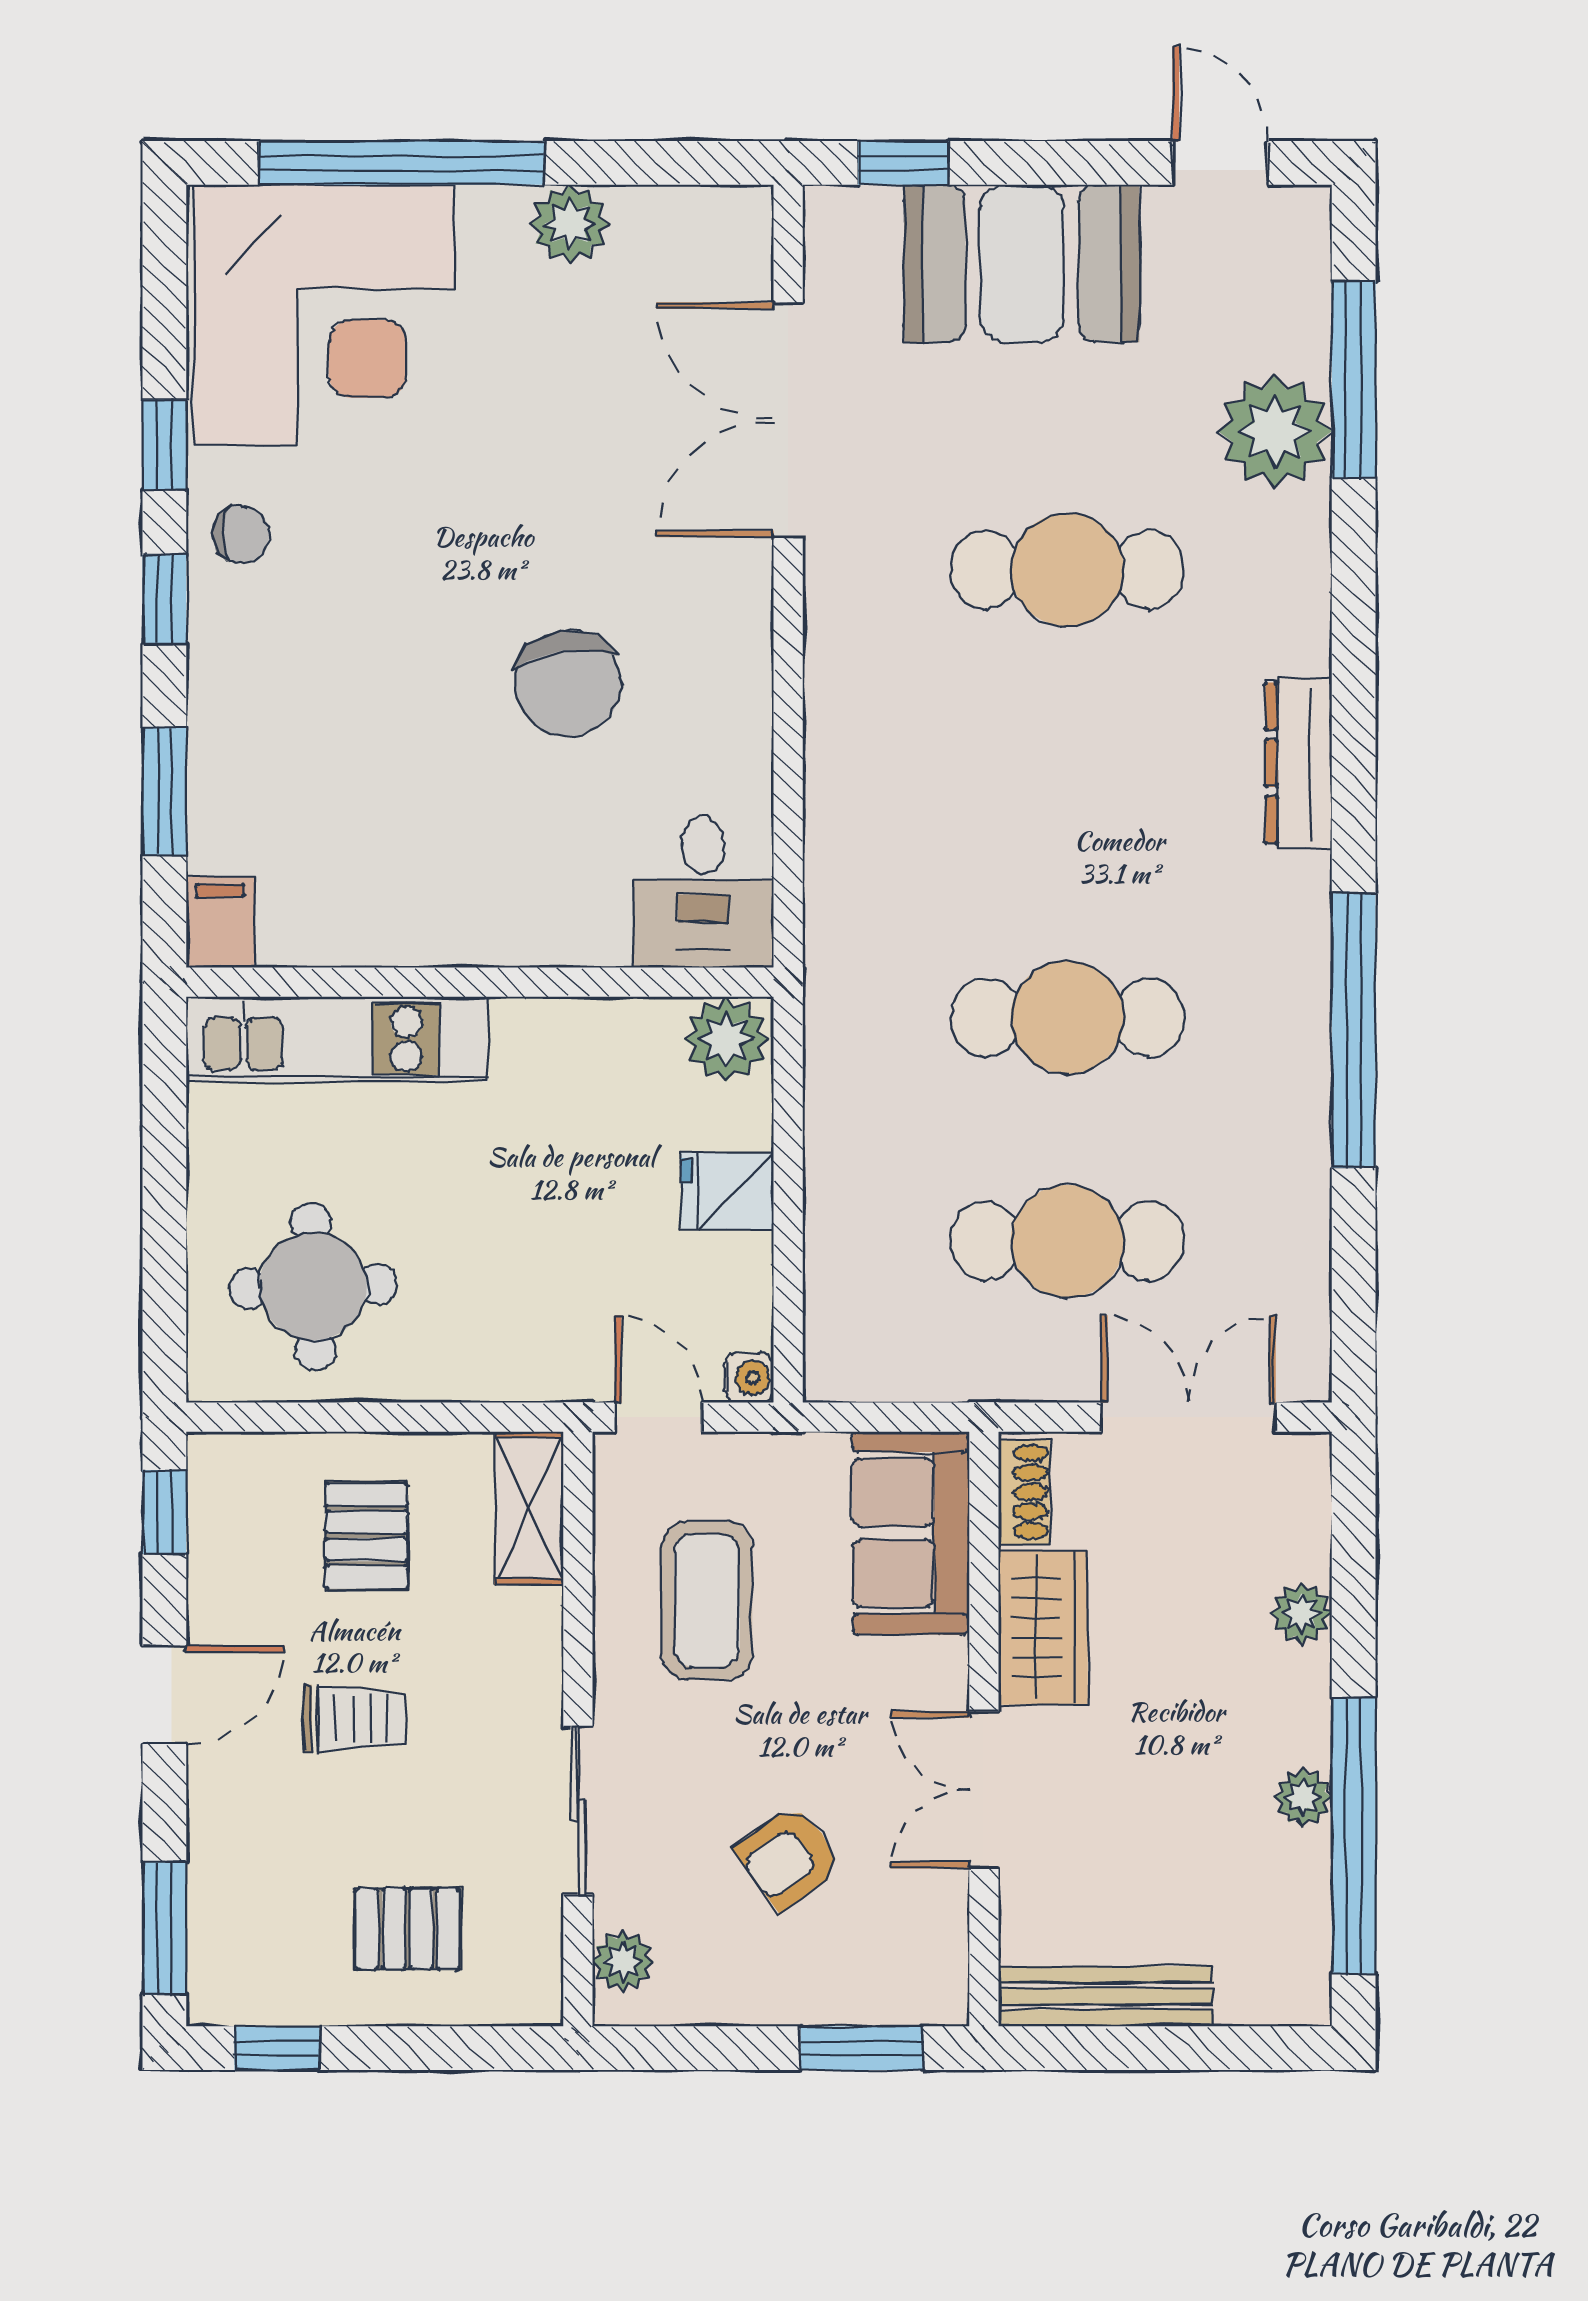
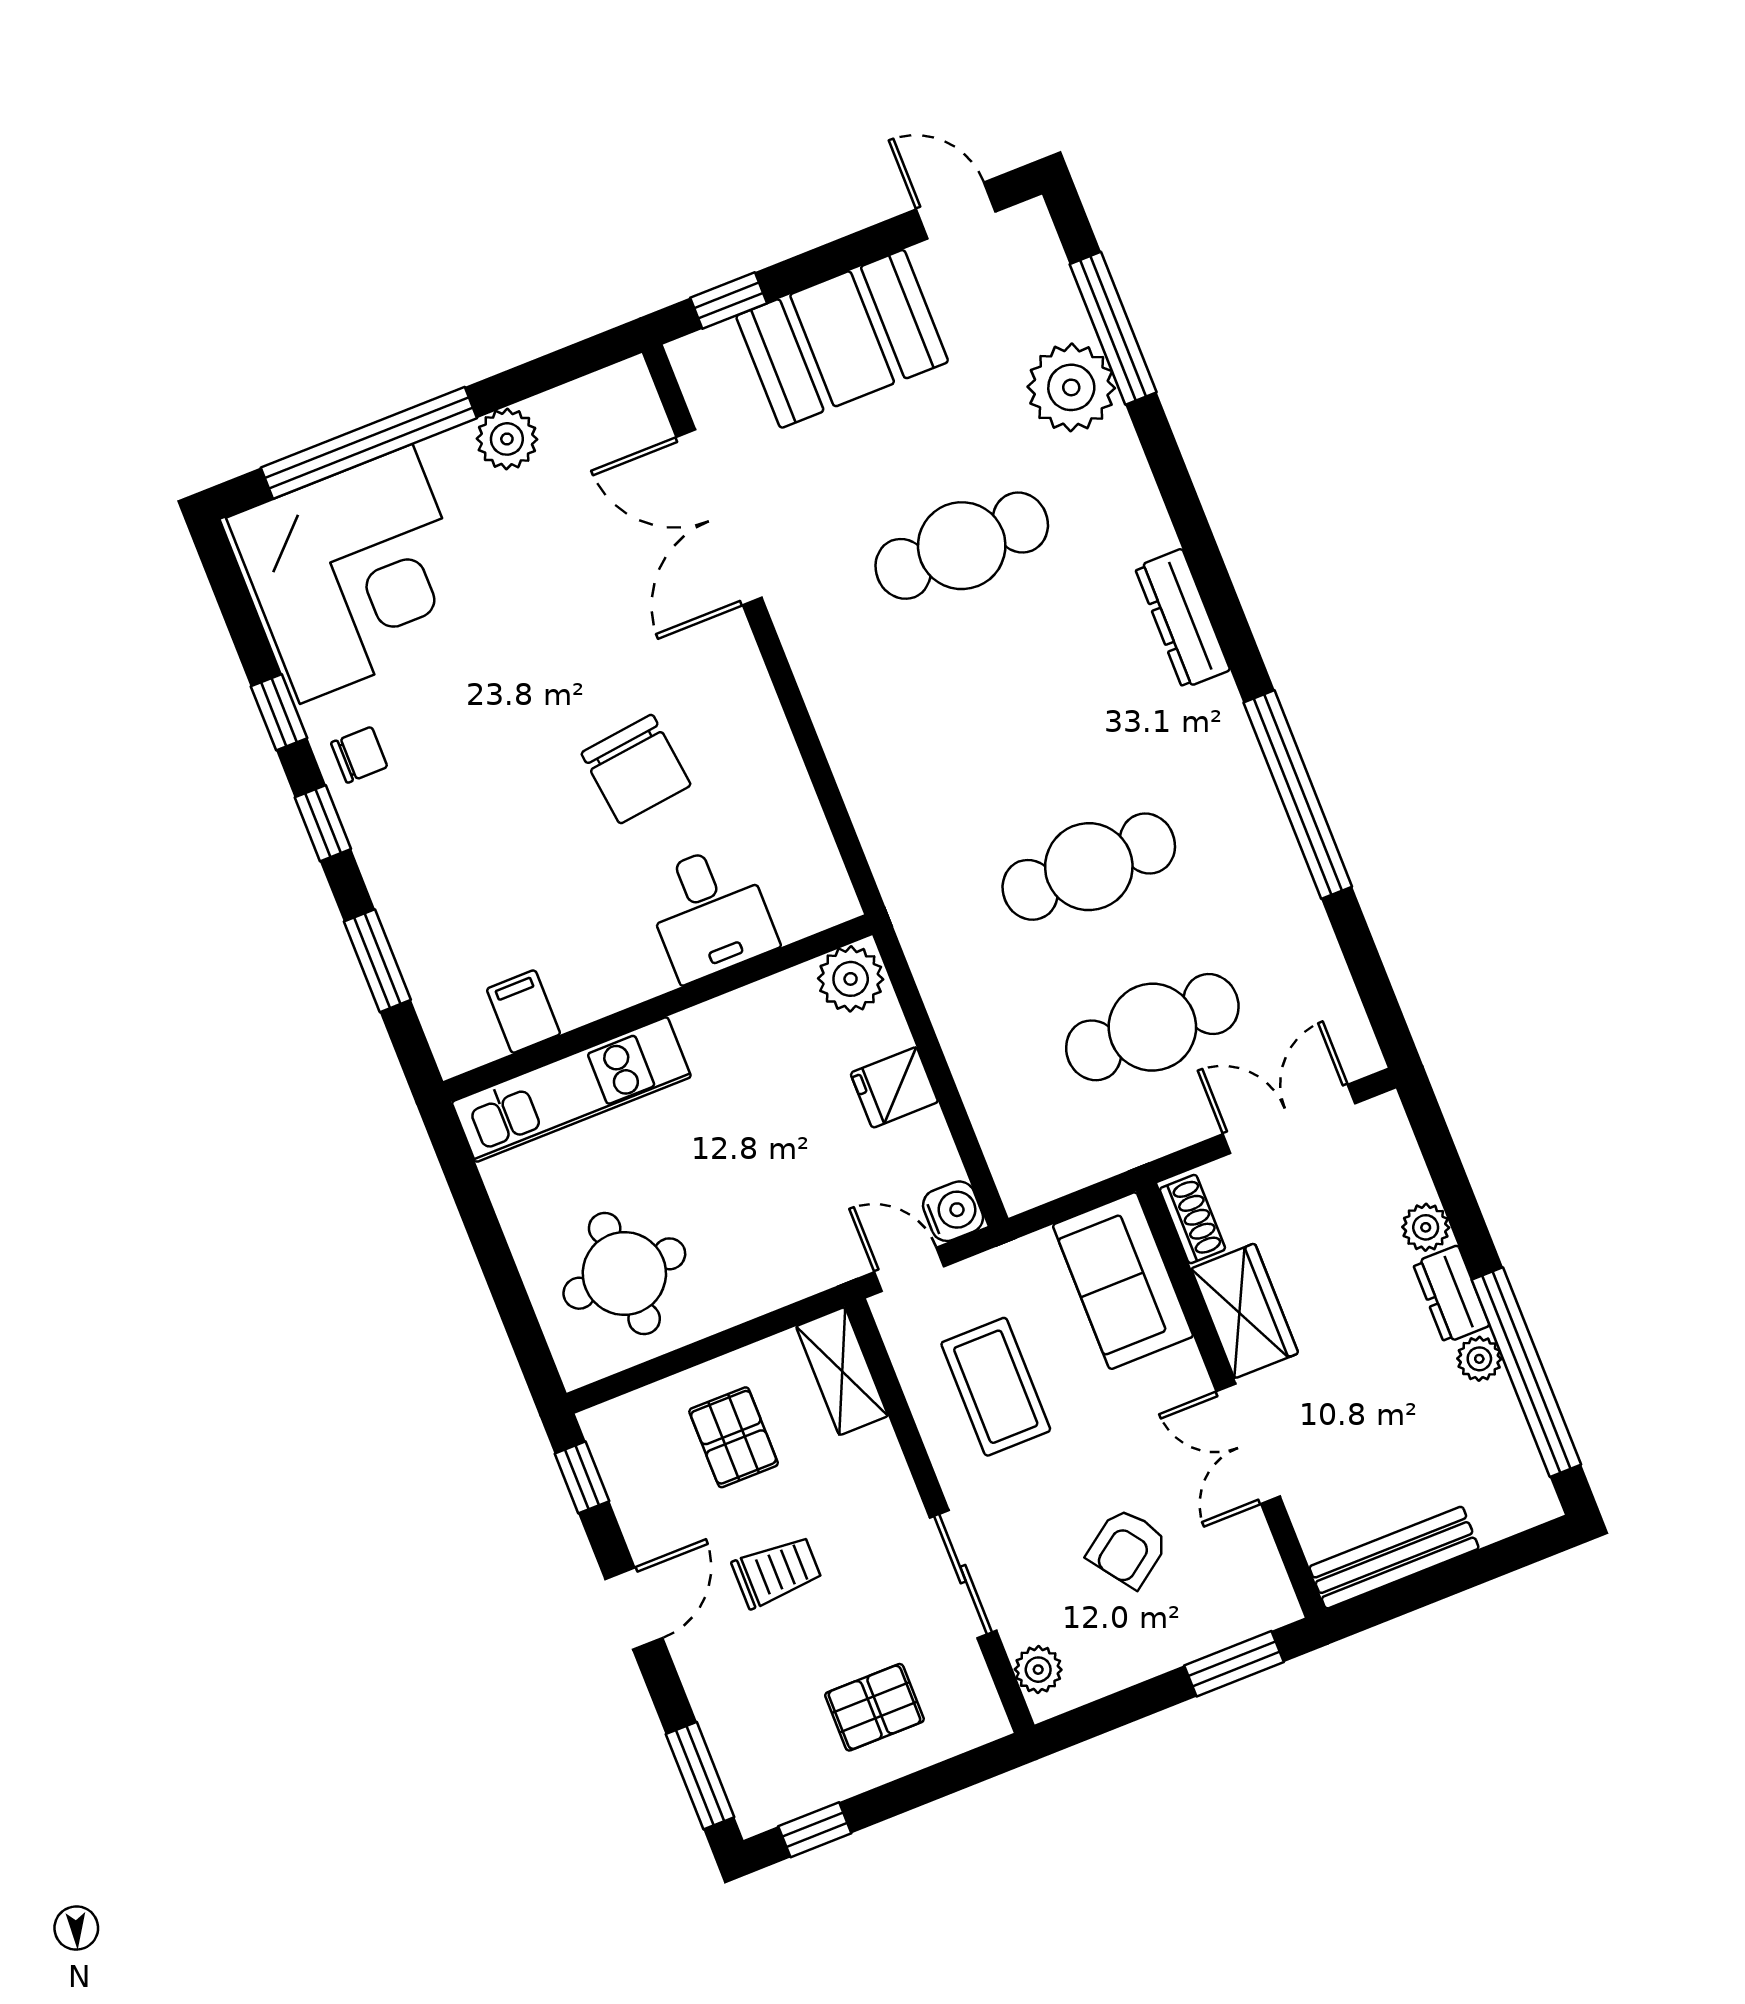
desk: (703, 892) -> (710, 913), moved
filing cabinet: (220, 922) -> (524, 1012), moved
water cooler: (749, 1378) -> (953, 1211), width x1.38, depth x1.38
dresser: (1300, 1706) -> (1451, 1294), added

